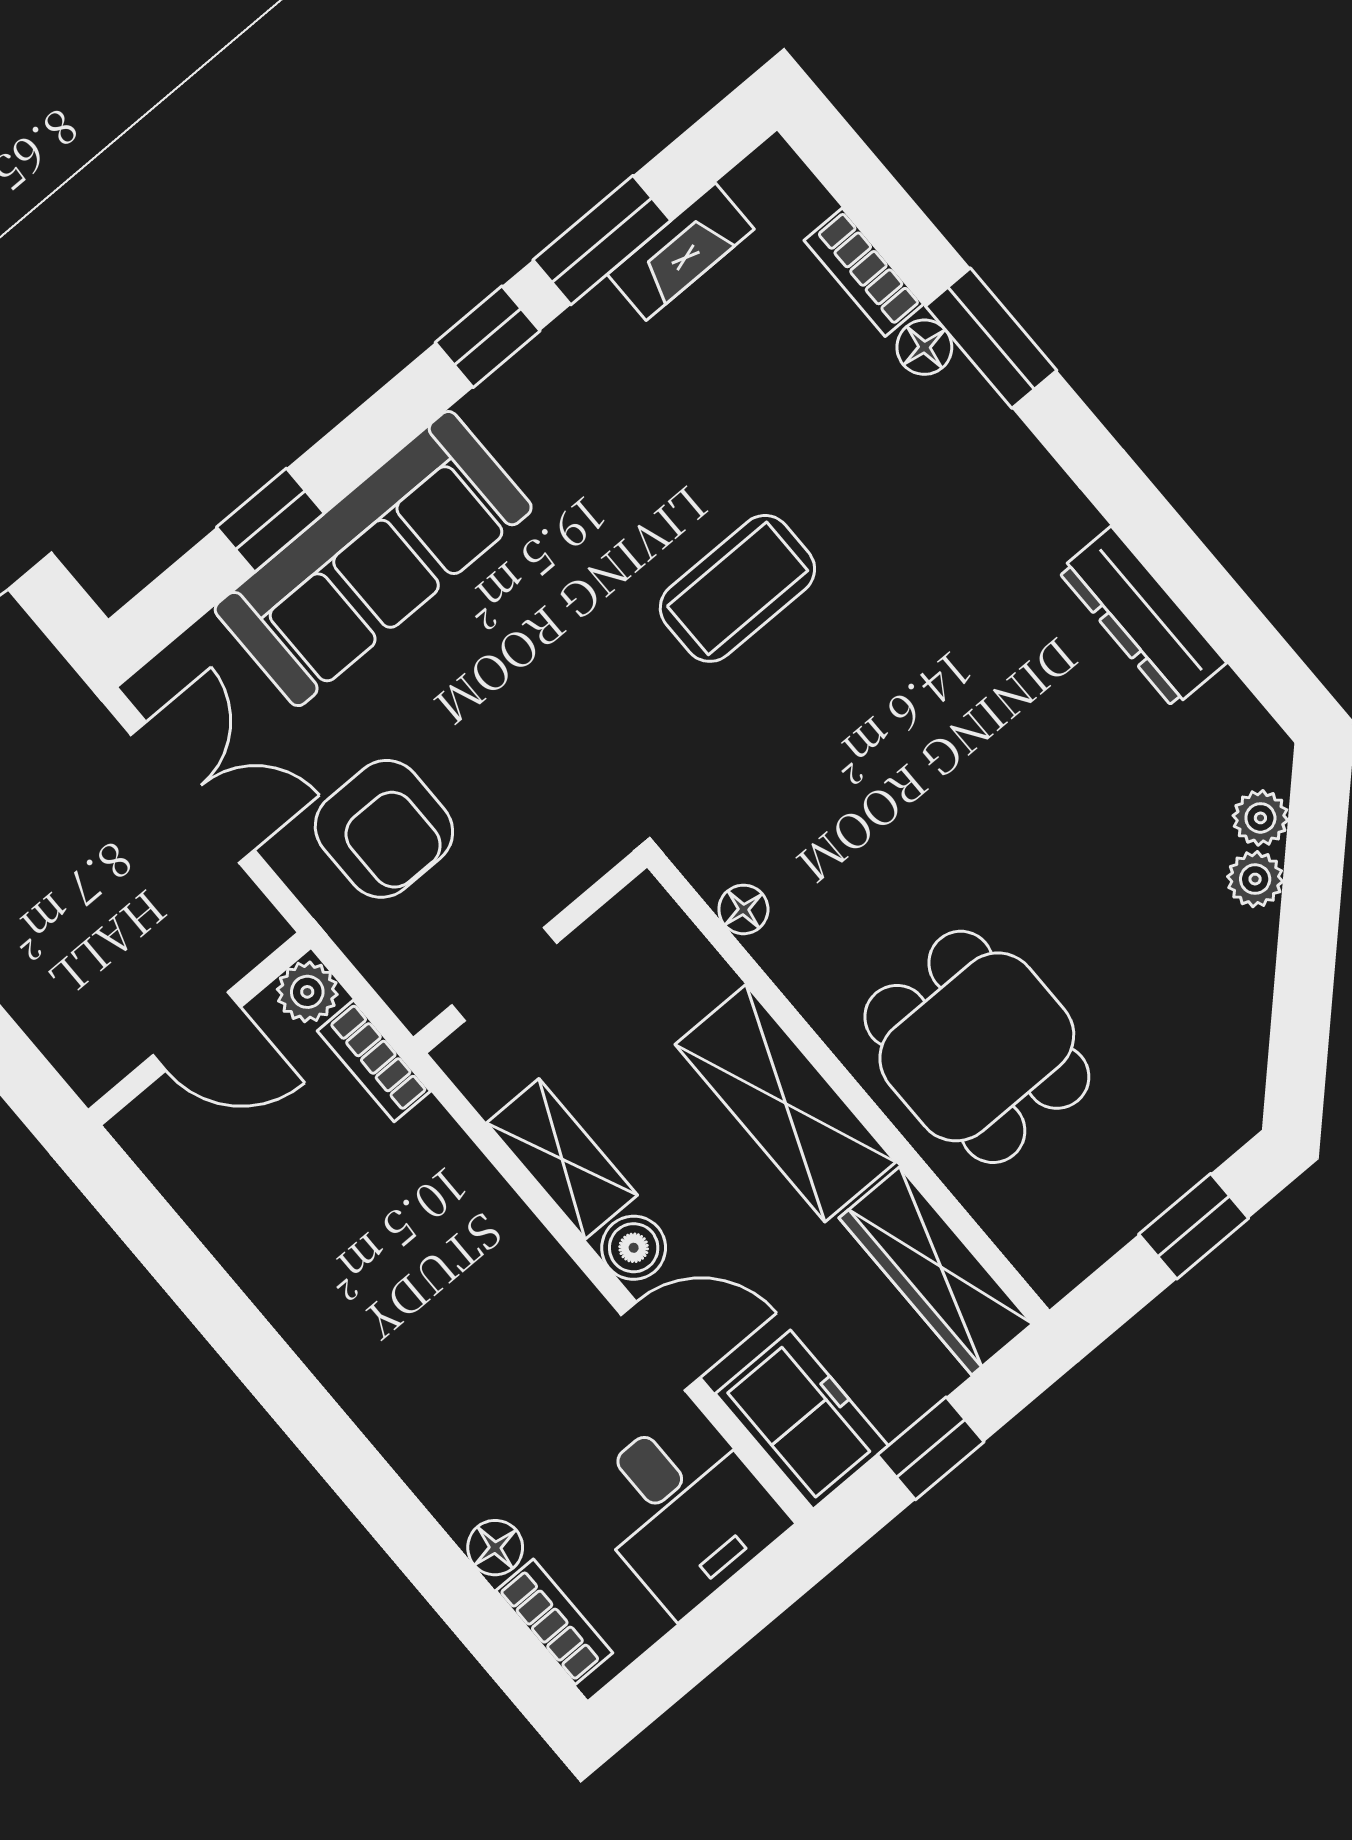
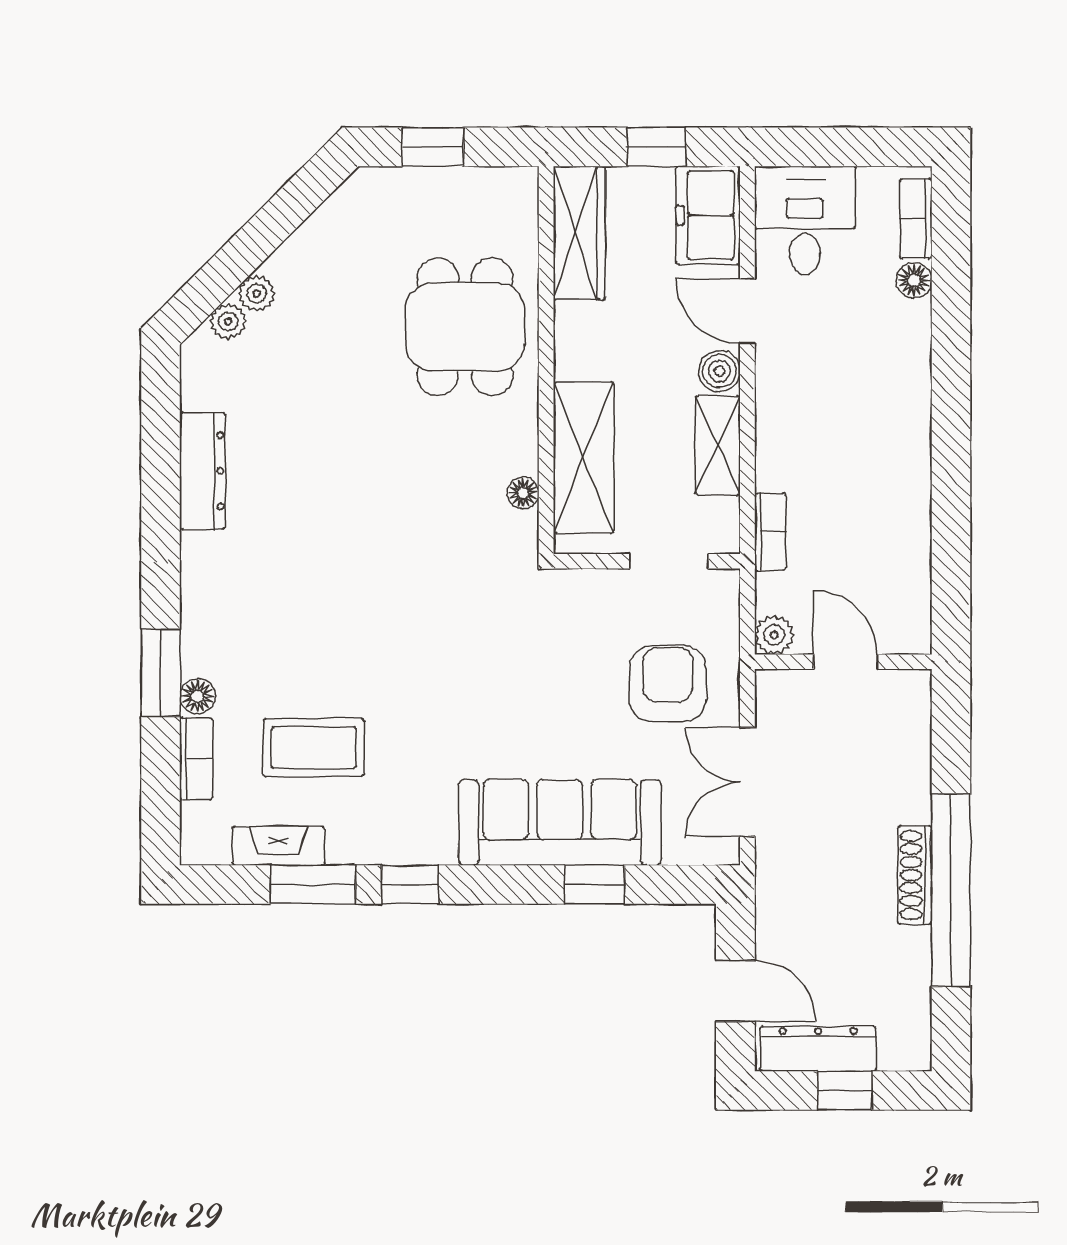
coffee table: (737, 588) -> (314, 748), moved
bookcase: (374, 1061) -> (770, 532), moved
shelving: (785, 1103) -> (584, 457), moved

